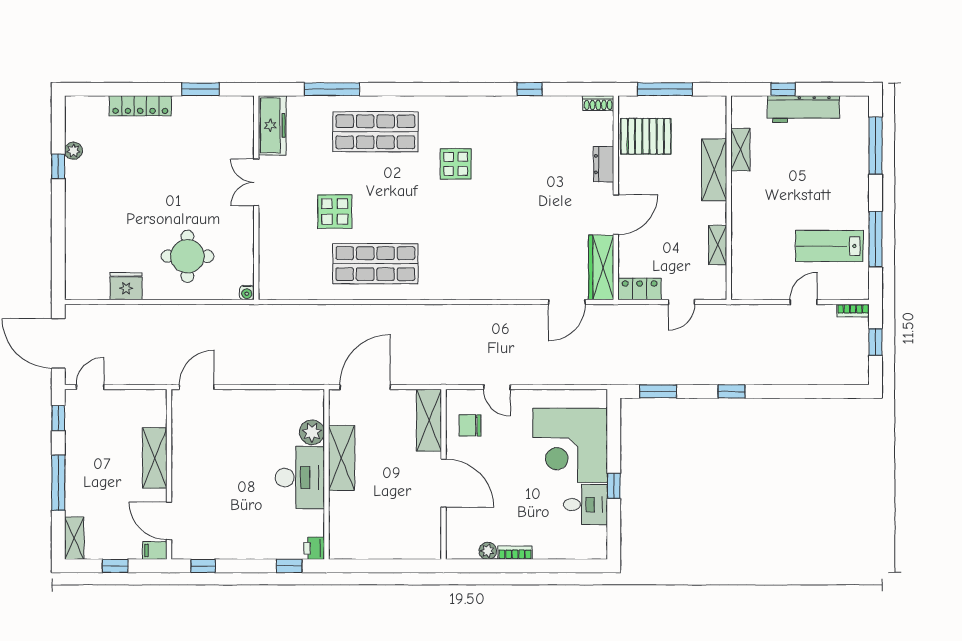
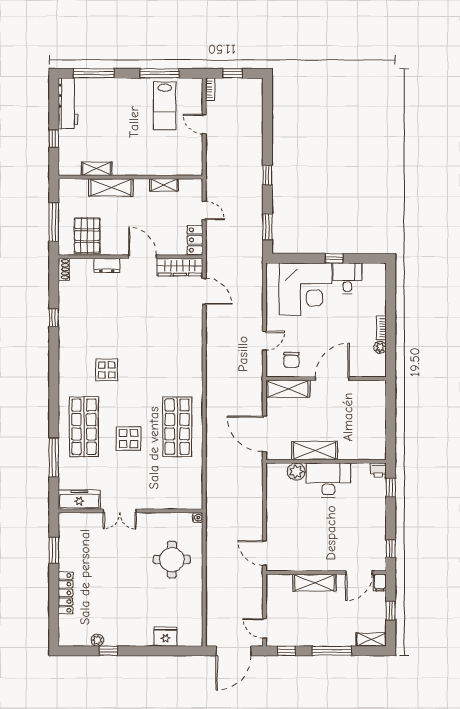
workbench: (803, 109) -> (68, 103), moved
display table: (335, 211) -> (129, 438), moved
fridge: (126, 286) -> (165, 637), moved, turned 90

